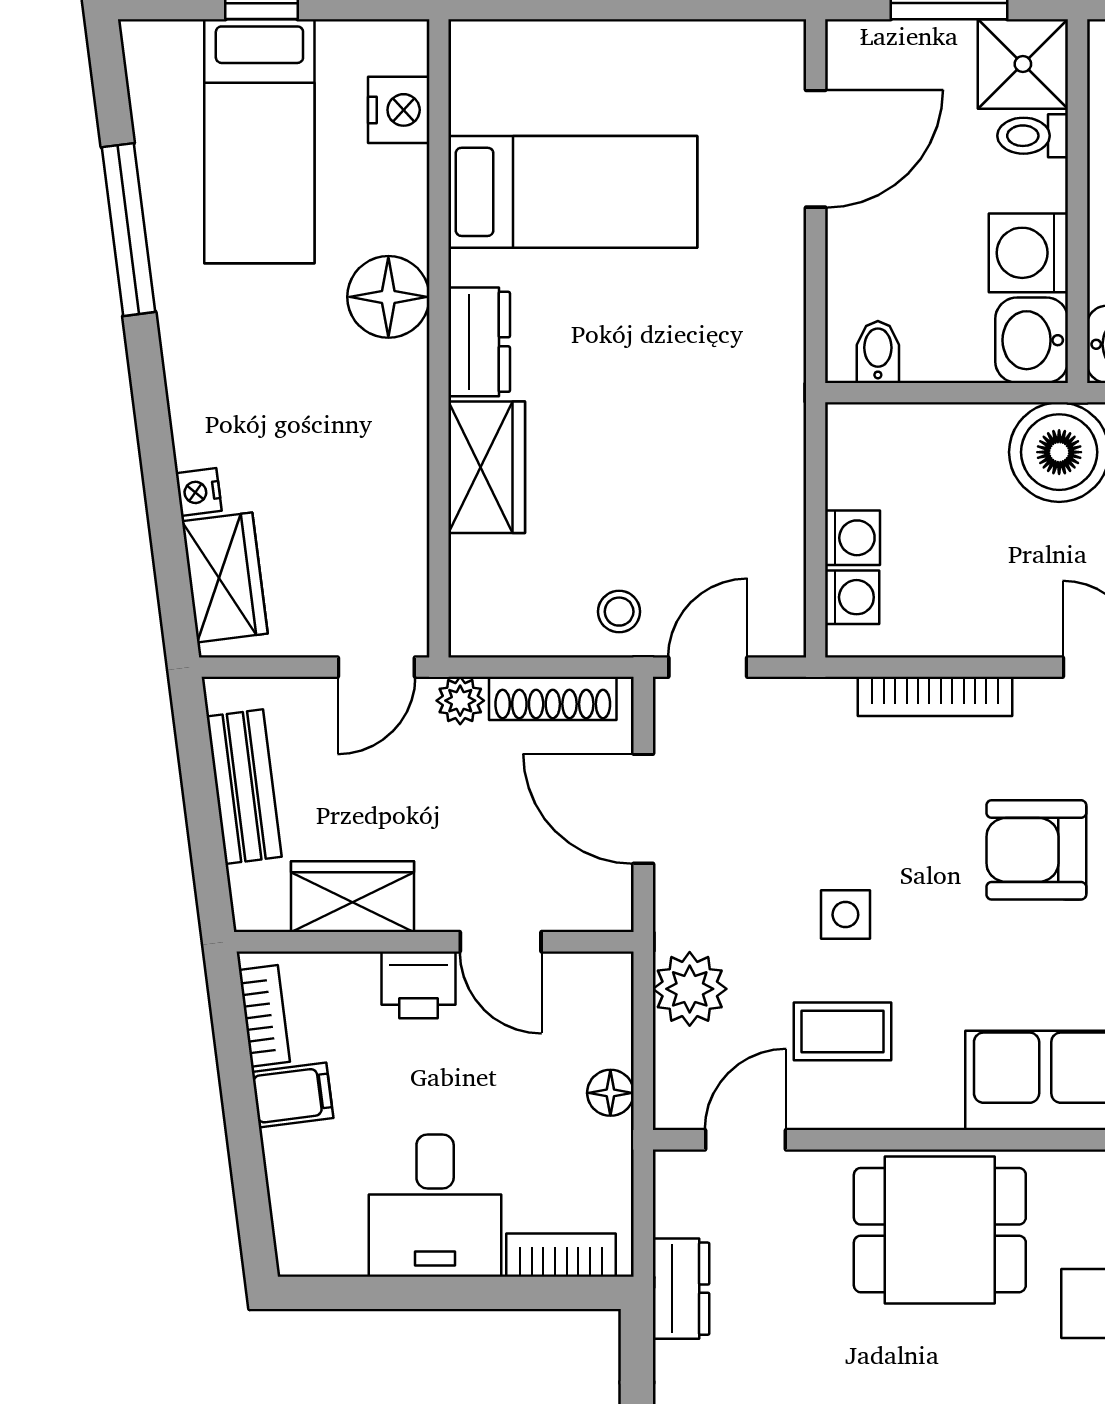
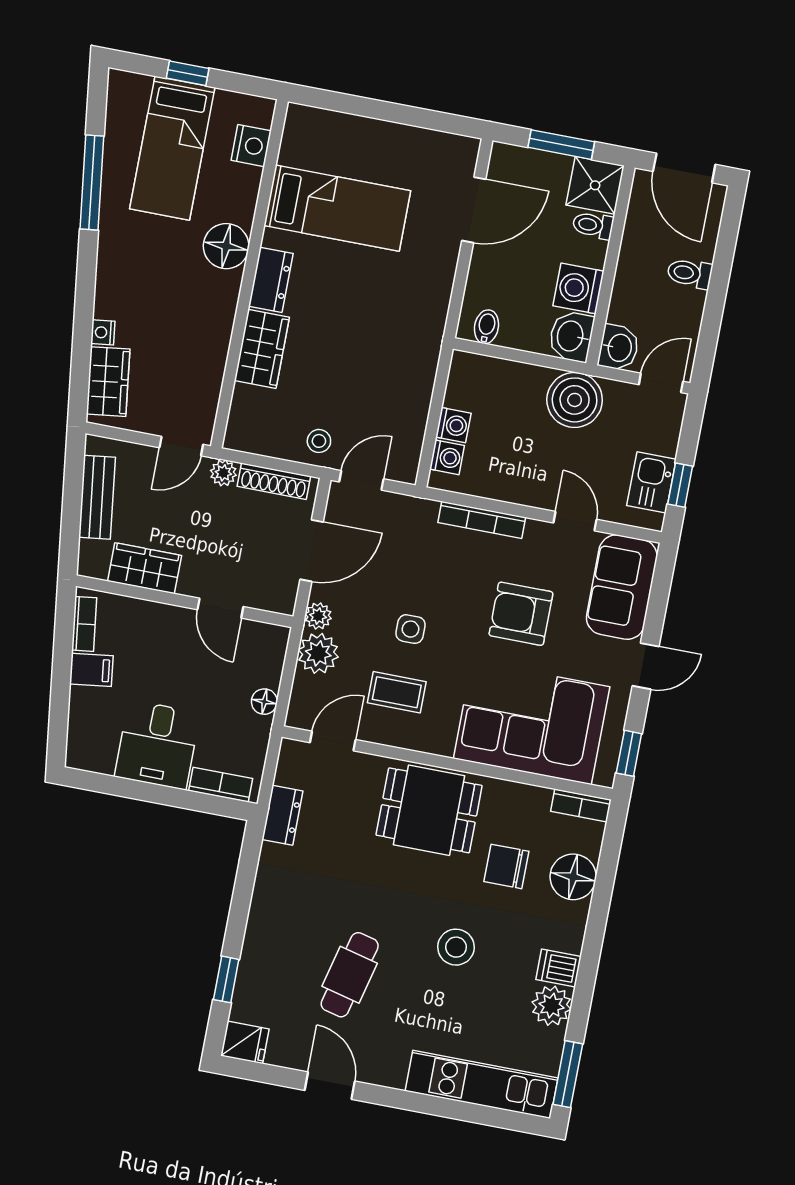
door: (643, 809) -> (312, 551), swing flipped
plant: (677, 923) -> (318, 616), added
printer: (419, 985) -> (171, 623), removed

